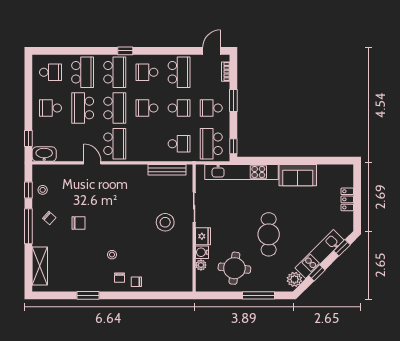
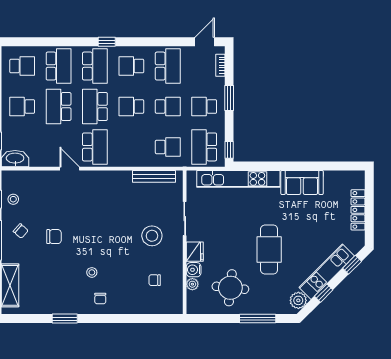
school desk: (115, 108) -> (95, 106), turned 180
locker: (347, 199) -> (358, 210), width x1.53
chair: (136, 282) -> (155, 280), moved

